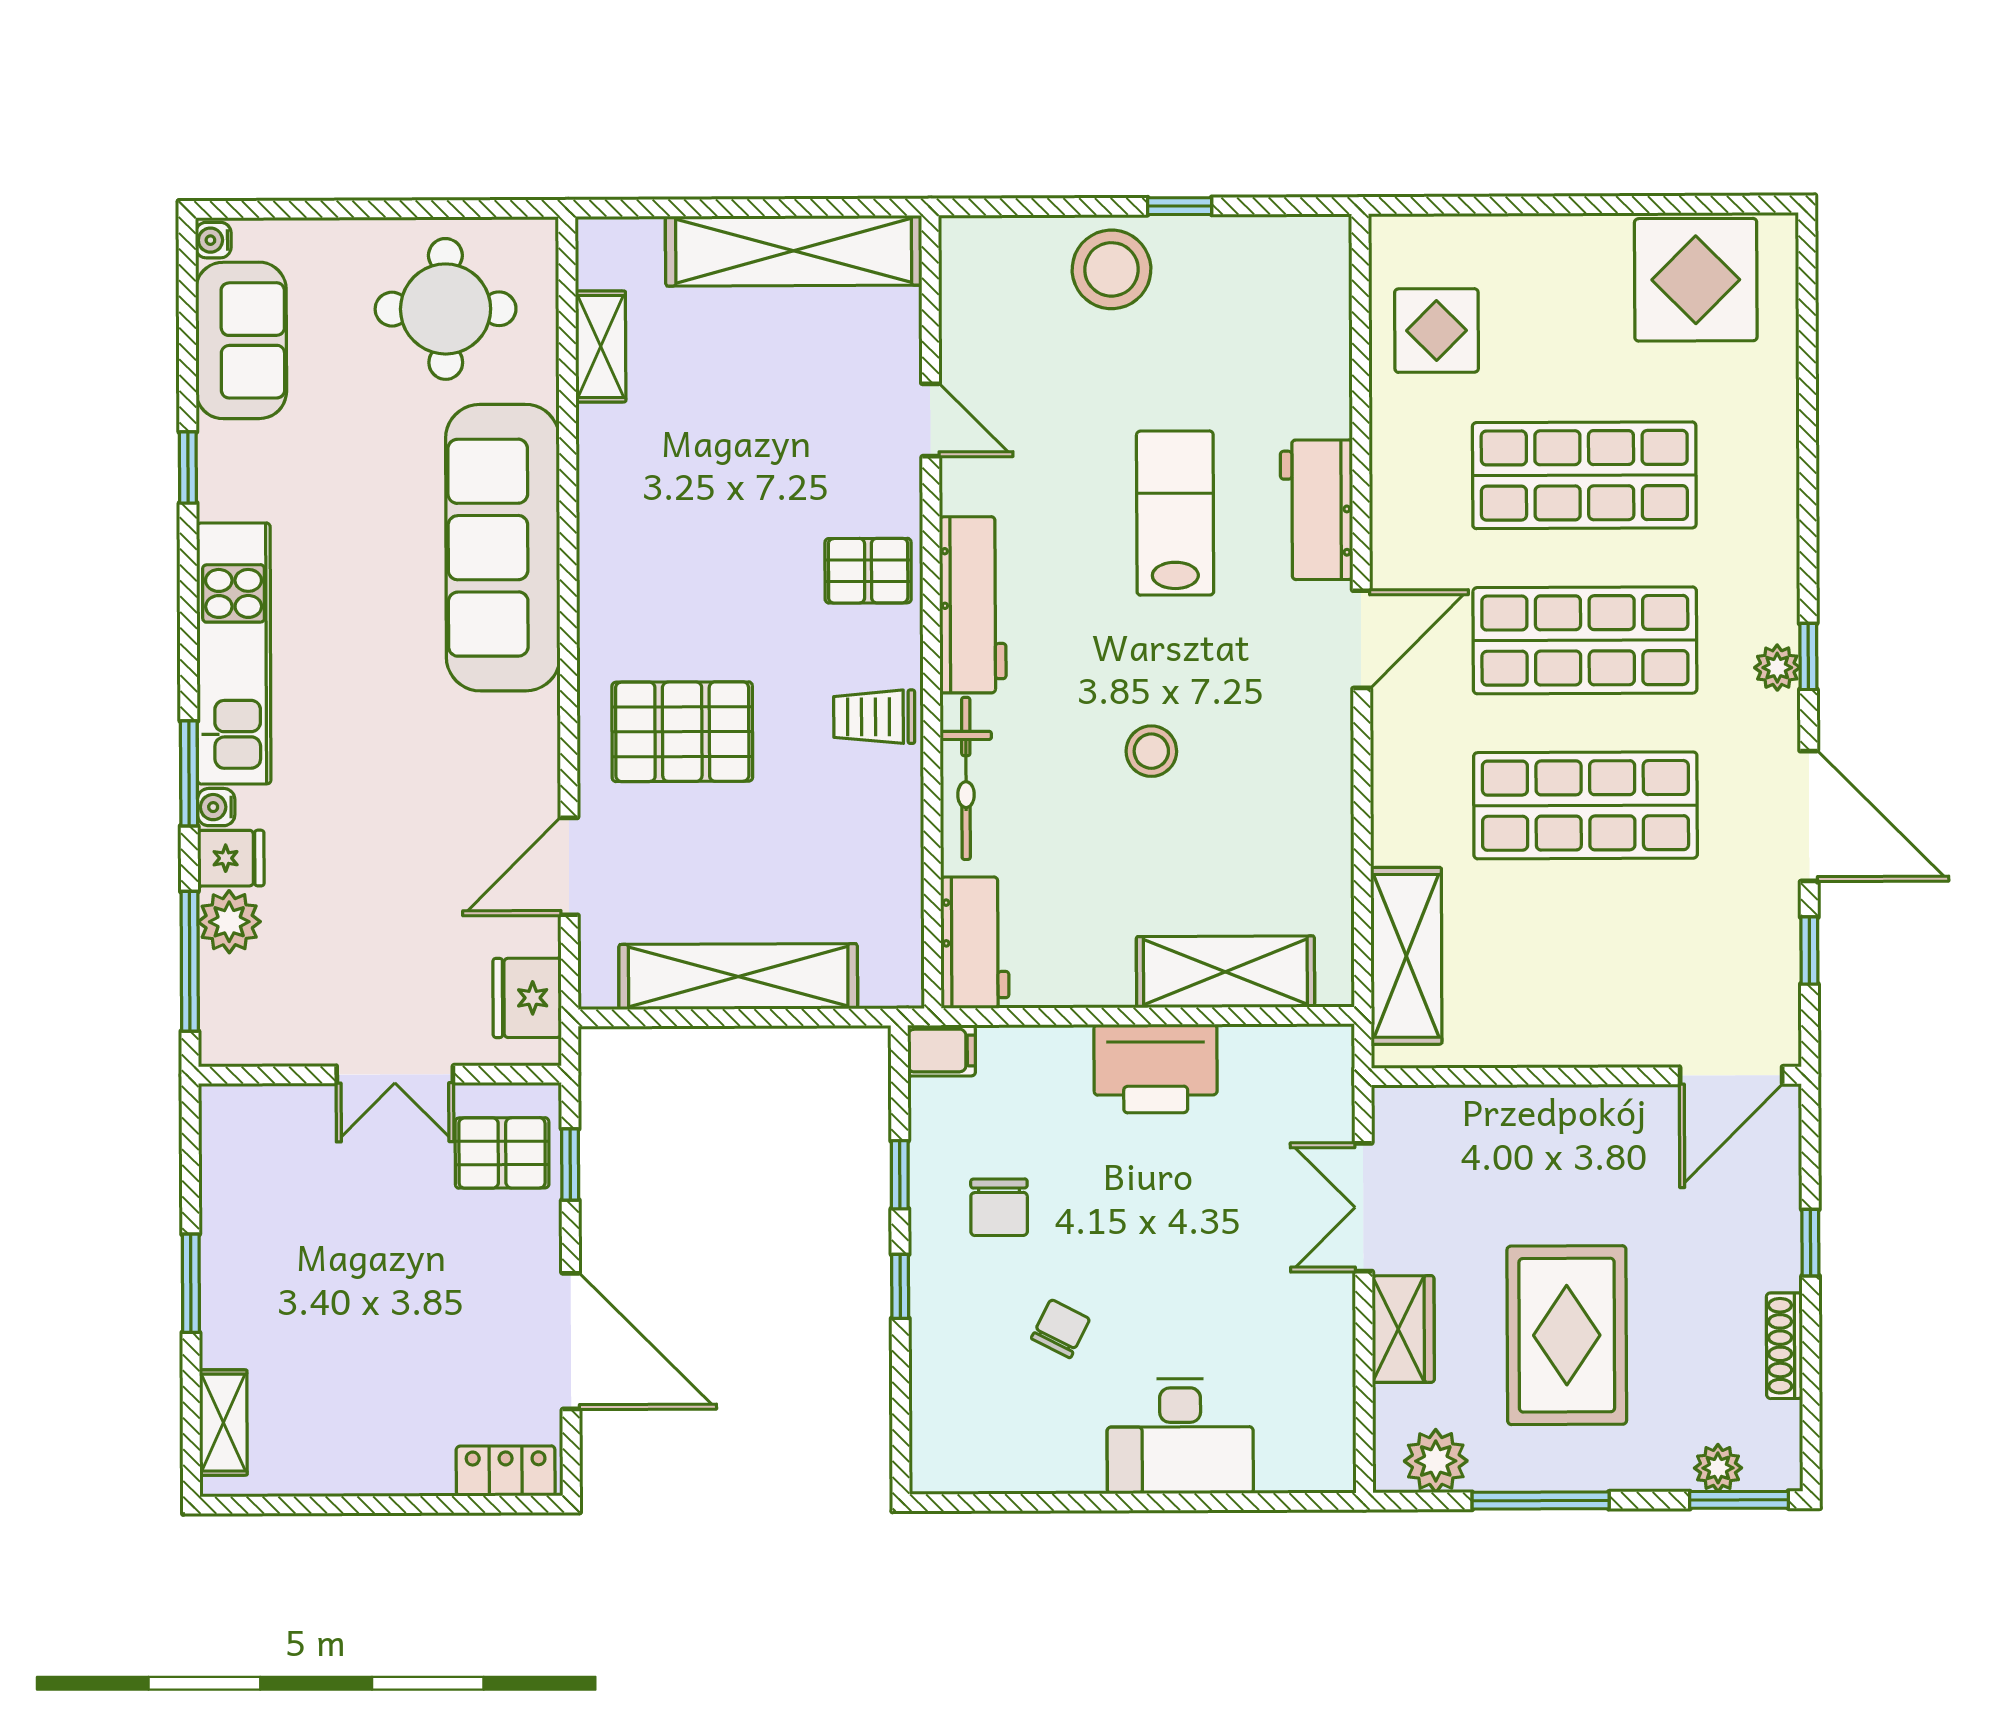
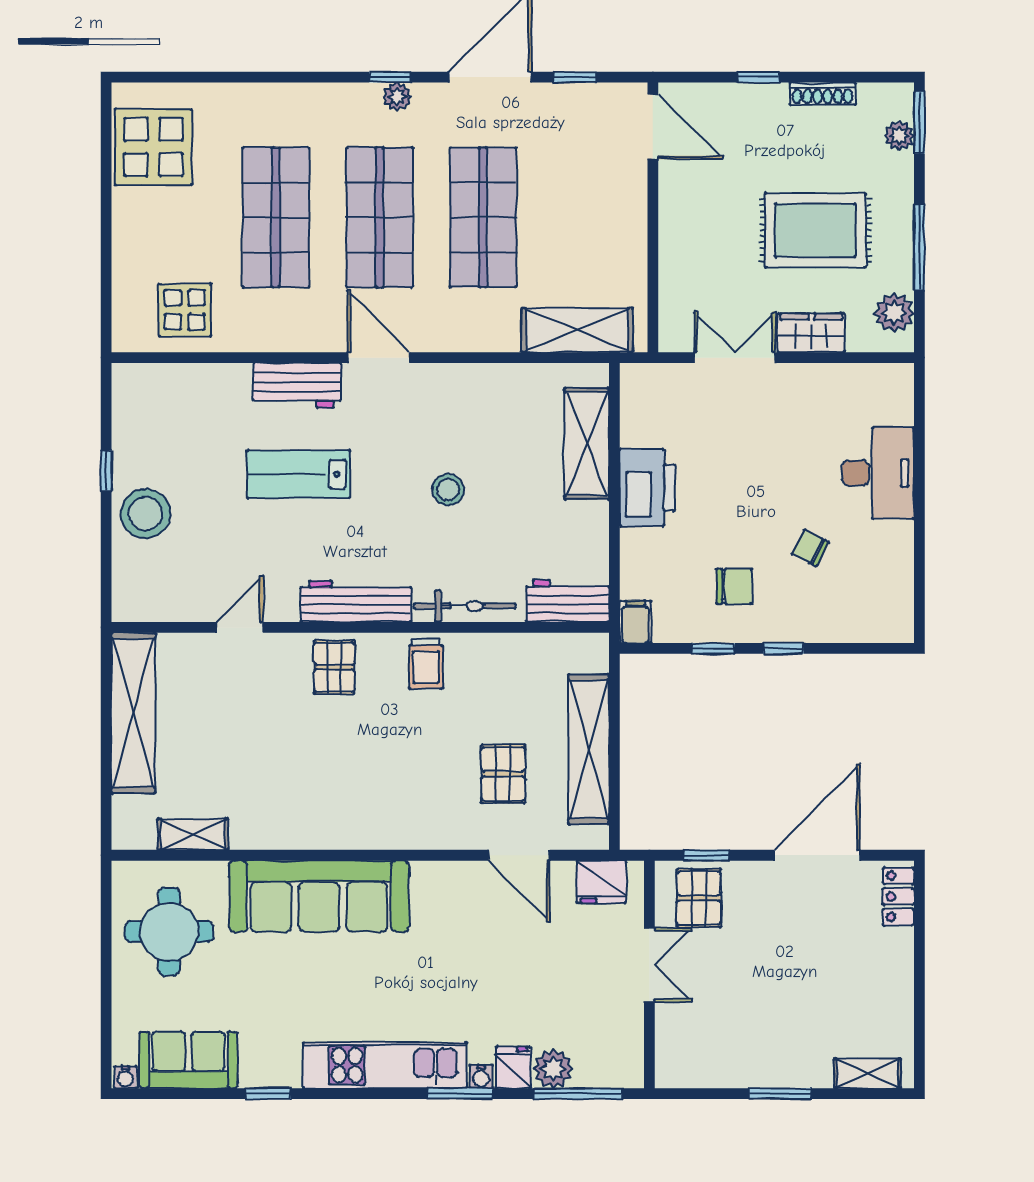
pallet: (682, 732) -> (503, 774), moved, width x0.67, depth x0.71
double door: (1363, 1207) -> (735, 358), swing flipped

